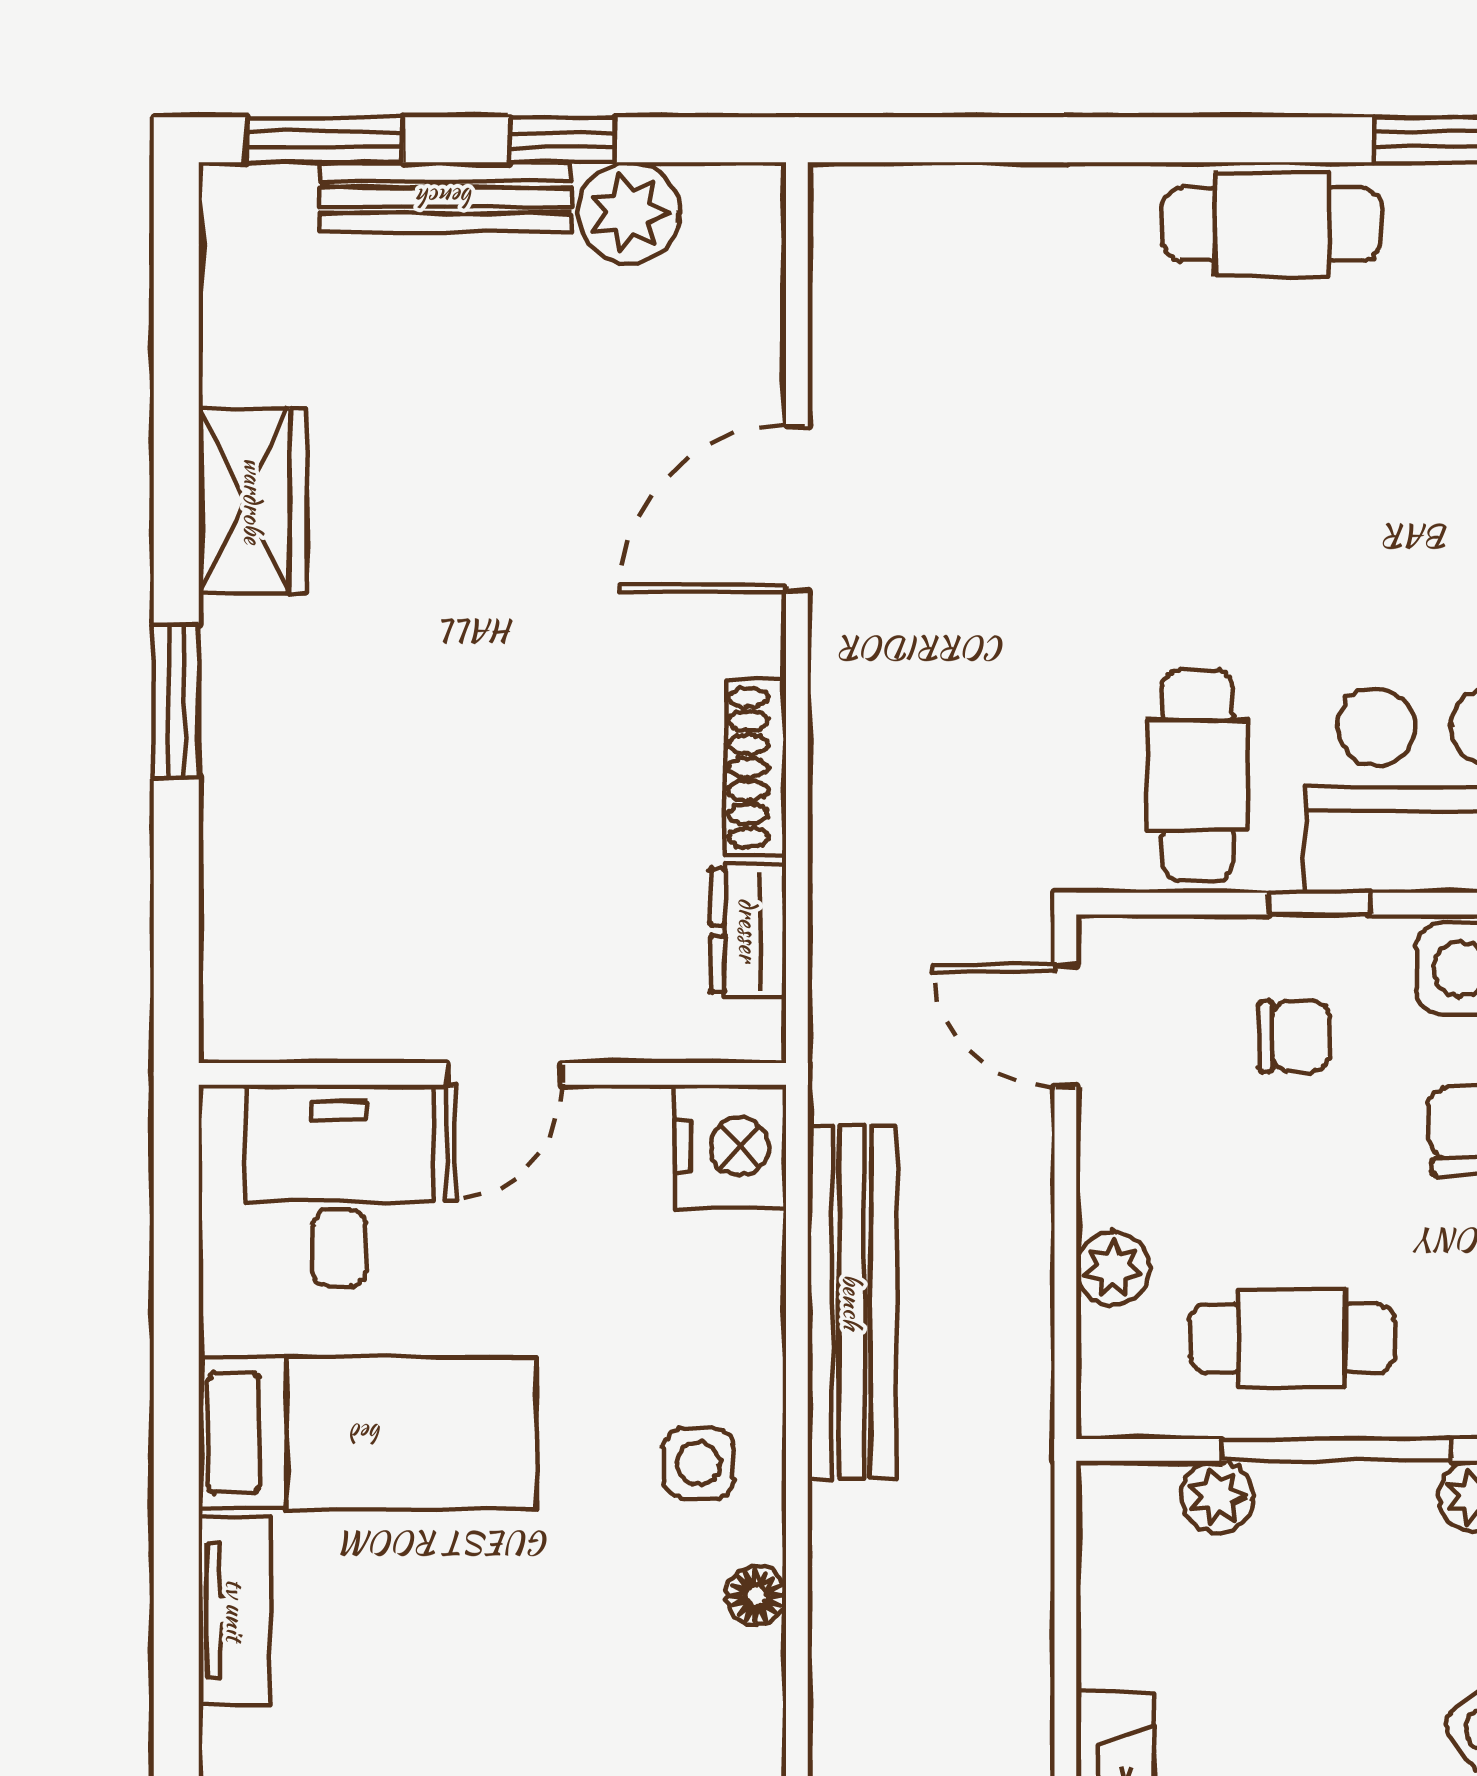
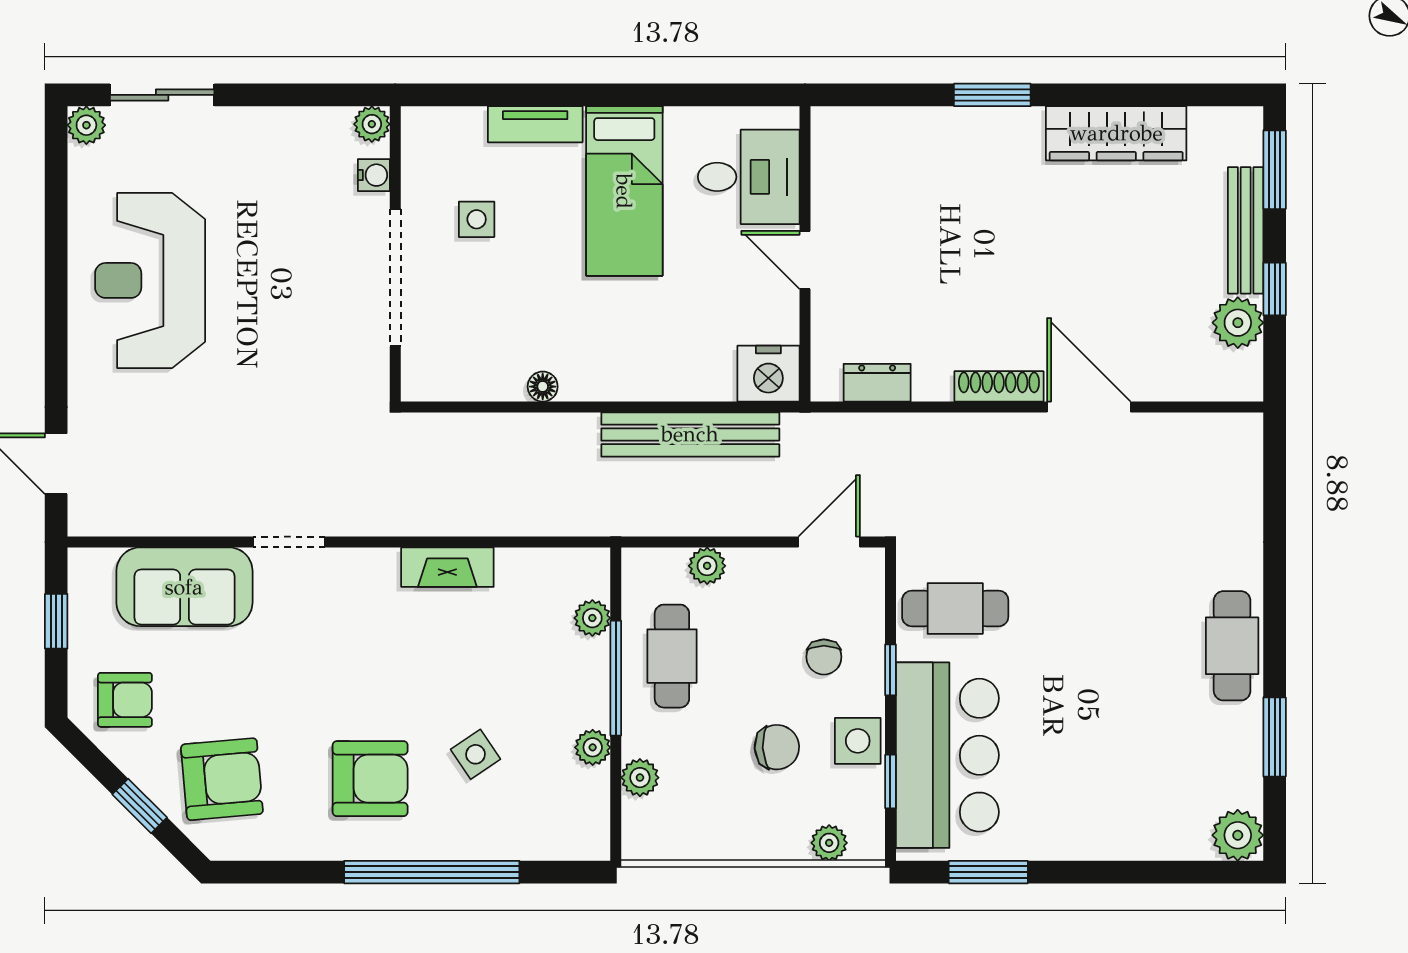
wardrobe: (253, 501) -> (1116, 133), width x1.50
shoe rack: (756, 768) -> (999, 386), moved
side table: (698, 1463) -> (477, 219), moved

